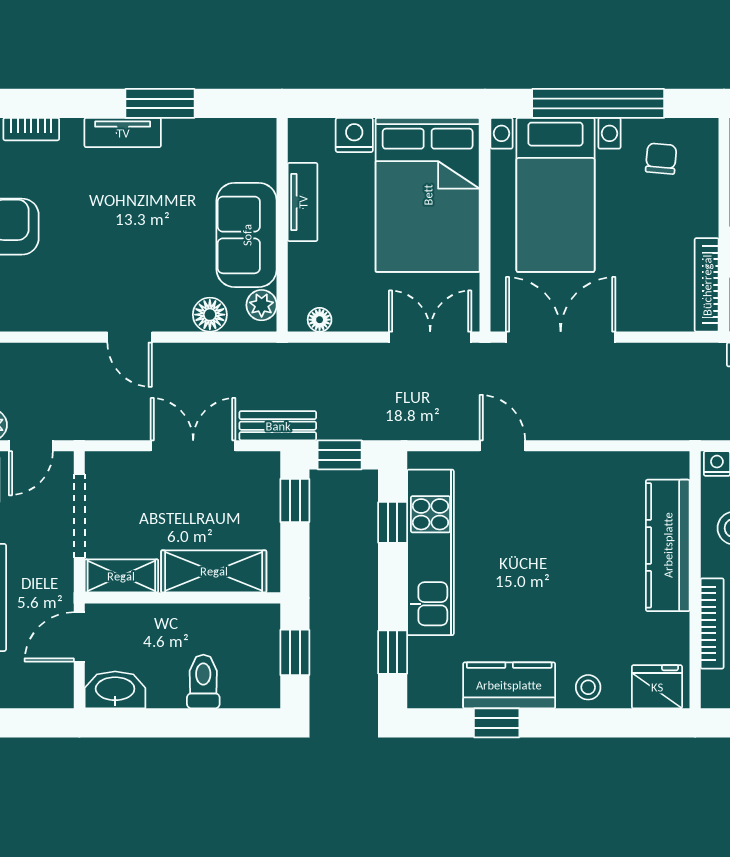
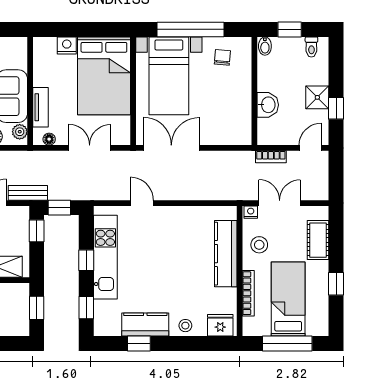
tv unit: (303, 202) -> (41, 107), moved
bookcase: (707, 285) -> (245, 121), removed
double door: (430, 337) -> (90, 148), moved
window: (393, 522) -> (86, 260), moved

